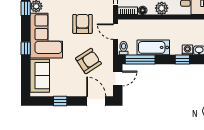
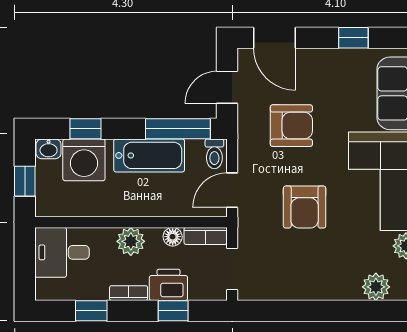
door: (115, 32) -> (232, 190), swing flipped
washing machine: (187, 50) -> (84, 160), width x1.89, depth x1.89
armchair: (88, 61) -> (291, 126), turned -147

